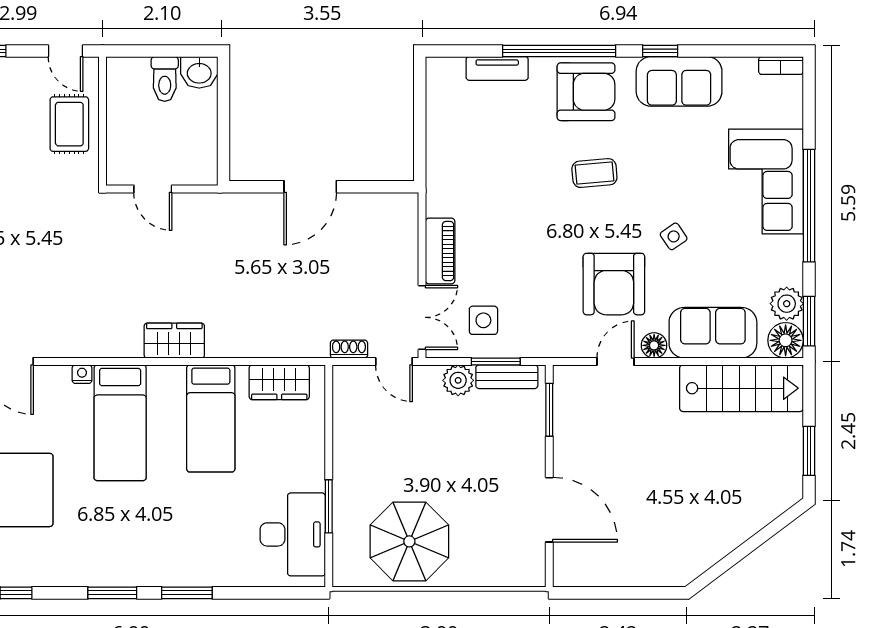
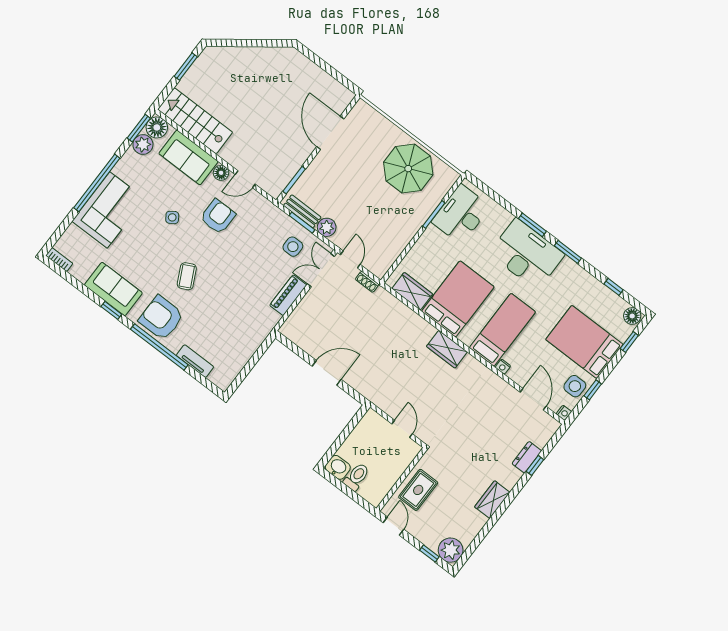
coffee table: (594, 173) -> (187, 276), turned 68
armchair: (614, 284) -> (218, 216), width x0.73, depth x0.73
bed: (211, 418) -> (458, 299), width x1.50
desk: (165, 548) -> (527, 254), added

